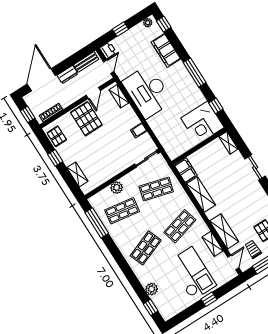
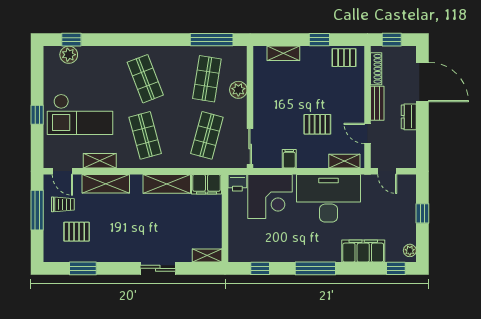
printer: (108, 50) -> (237, 183), moved
bench: (86, 62) -> (377, 103), moved
pallet: (86, 119) -> (317, 124), moved, width x0.67, depth x0.71
corner desk: (203, 123) -> (270, 197), moved, turned 180
plant: (152, 289) -> (69, 55), moved

